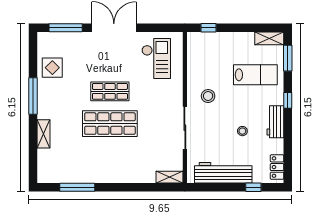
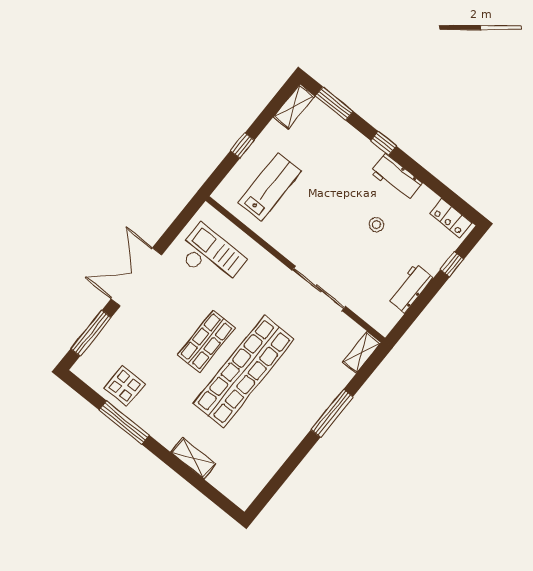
window: (208, 28) -> (242, 146), moved
lab bench: (255, 75) -> (270, 187), moved
window: (33, 96) -> (124, 423), moved
stool: (208, 96) -> (304, 232), removed
shop shelf: (110, 124) -> (244, 371), width x1.40
workbench: (223, 173) -> (410, 288), width x0.53, depth x0.76
window: (77, 187) -> (332, 413), moved

